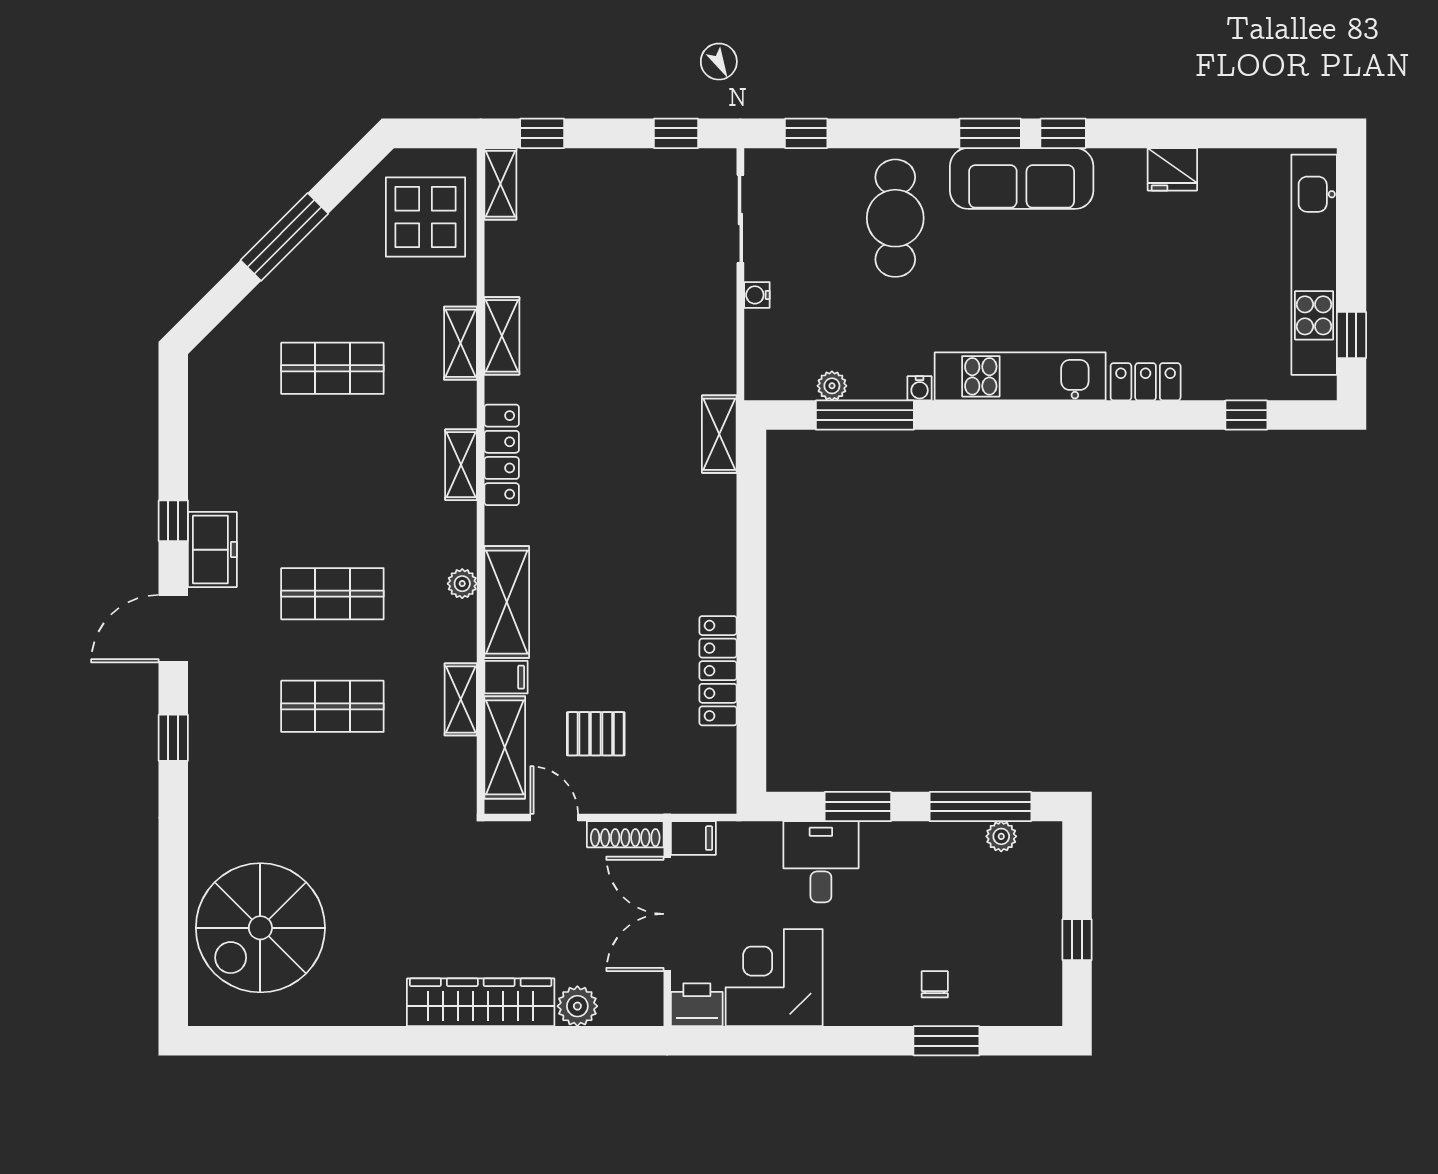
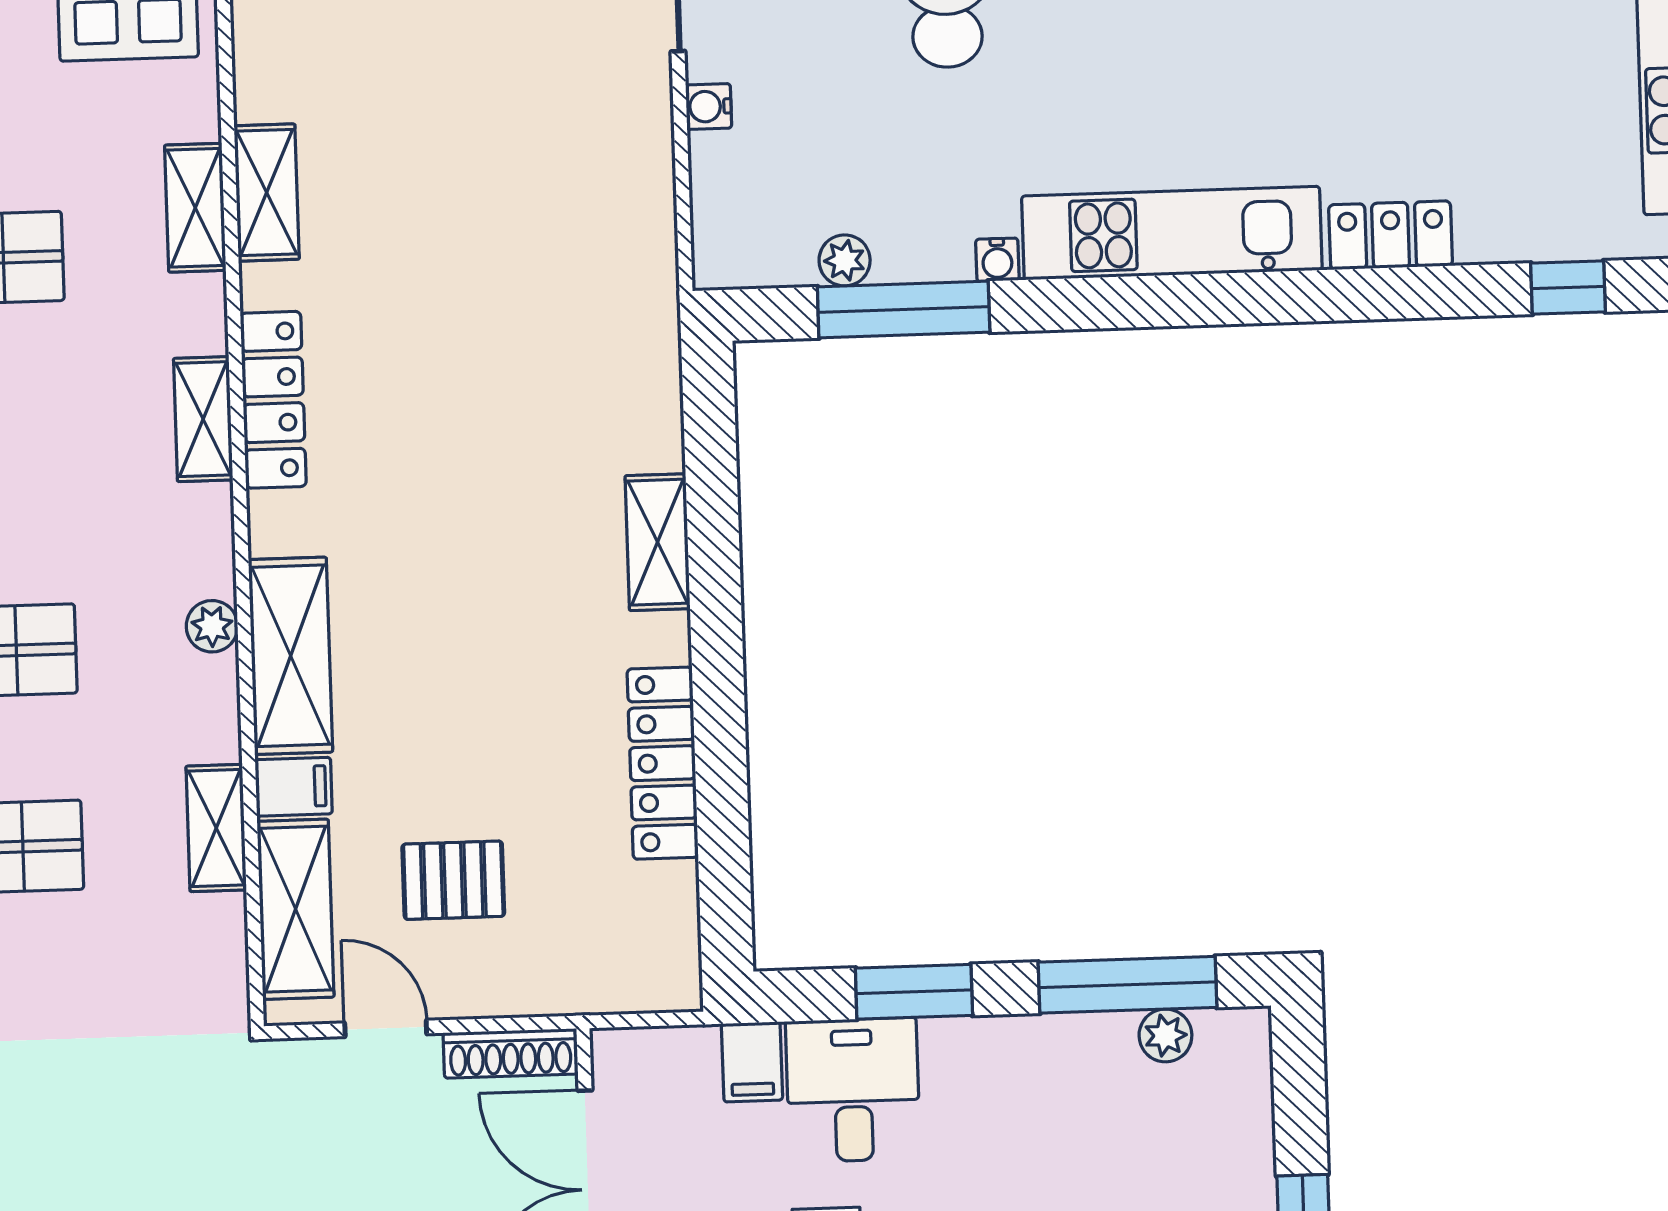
shelving: (719, 434) -> (658, 542), moved
filing cabinet: (693, 838) -> (752, 1062), moved, turned 90

